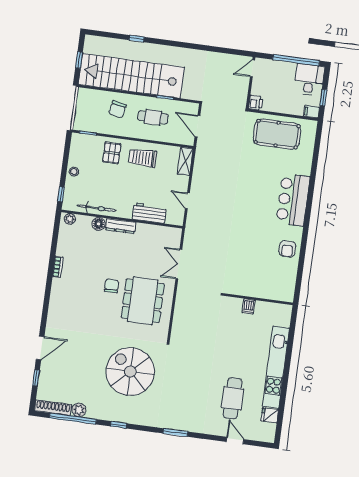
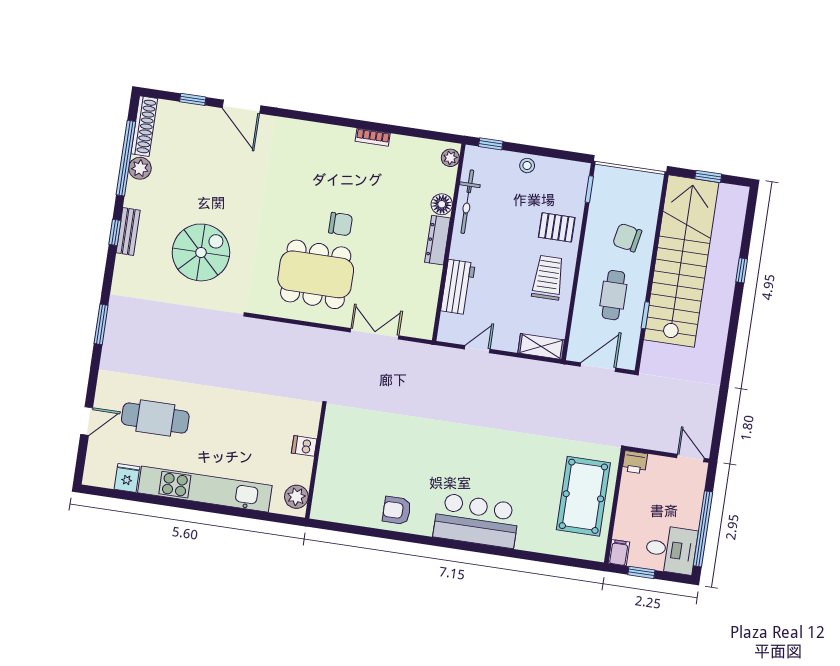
plant: (280, 311) -> (296, 497), added
spiral stairs: (130, 372) -> (201, 252), width x0.73, depth x0.73
bench: (118, 417) -> (128, 231), added

